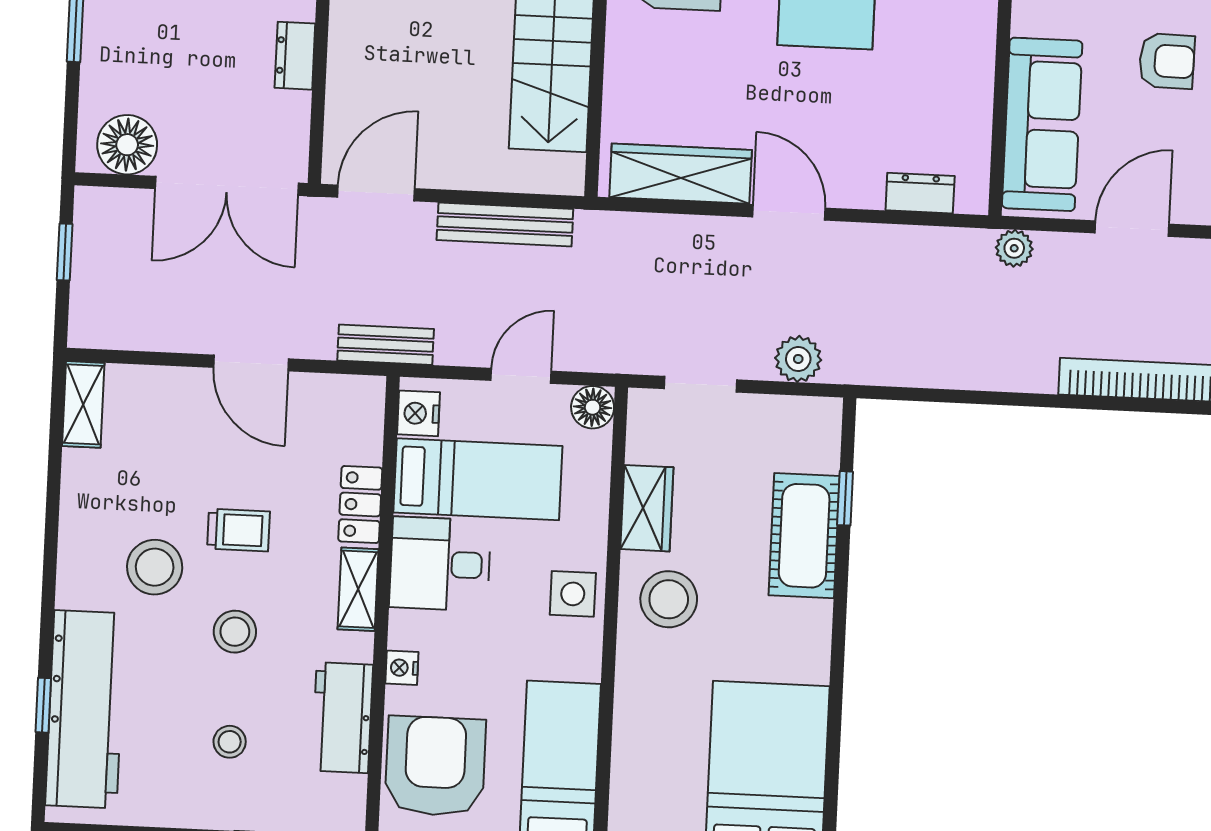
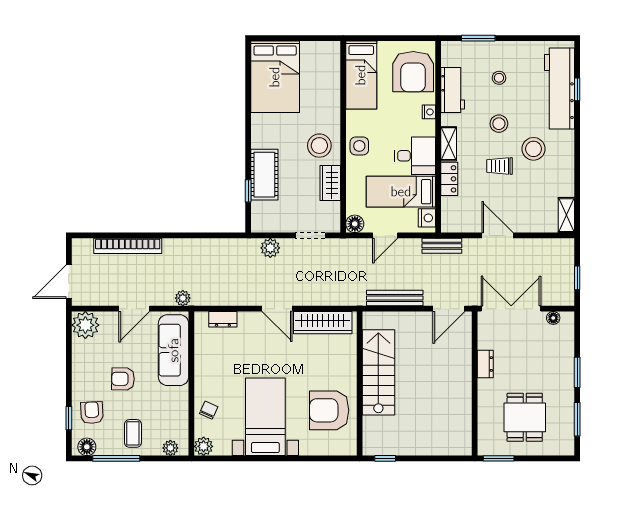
floor lamp: (127, 145) -> (553, 318), width x0.53, depth x0.53

